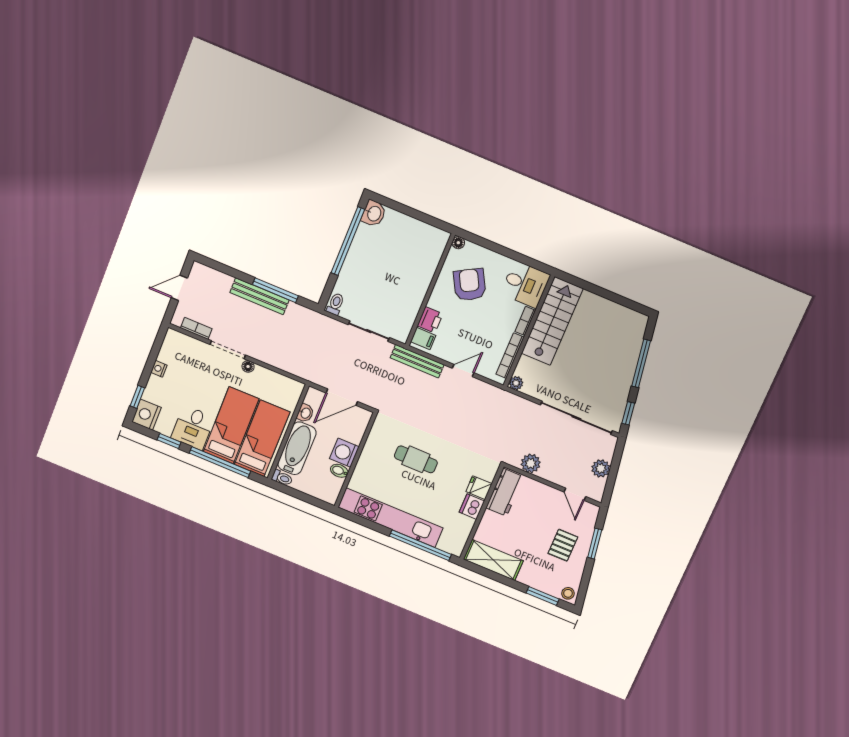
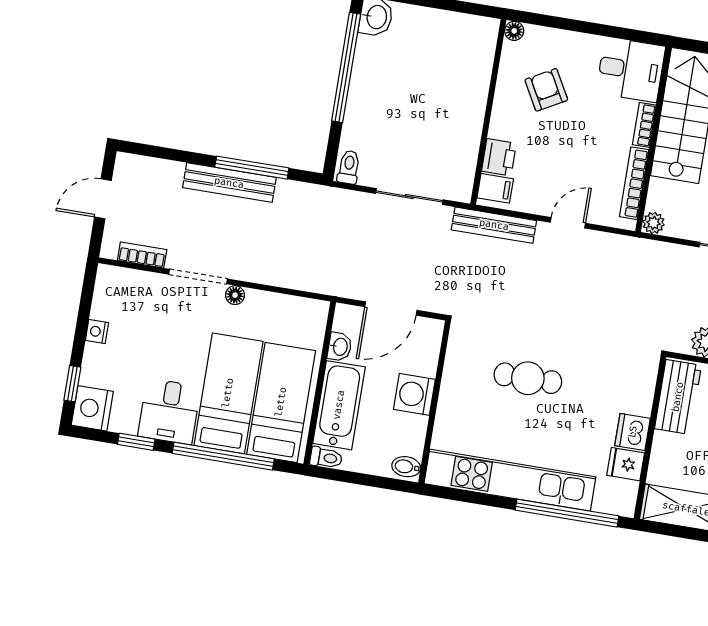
armchair: (470, 285) -> (546, 90), width x0.72, depth x0.72
bidet: (339, 471) -> (406, 467), moved
fridge: (479, 488) -> (626, 464), moved

